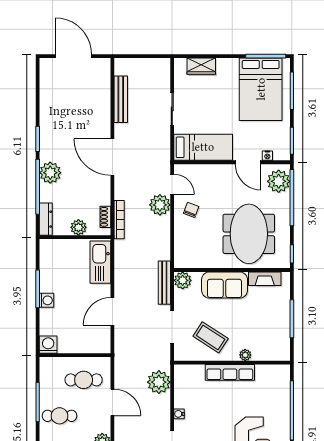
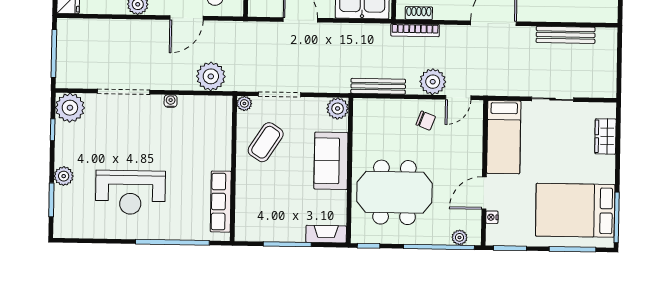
plant: (279, 181) -> (459, 237), width x0.53, depth x0.53
fireplace: (265, 279) -> (326, 234), moved, turned 90
bench: (164, 283) -> (378, 86), moved
plant: (245, 355) -> (244, 103), moved
row of seats: (230, 372) -> (221, 202), moved

